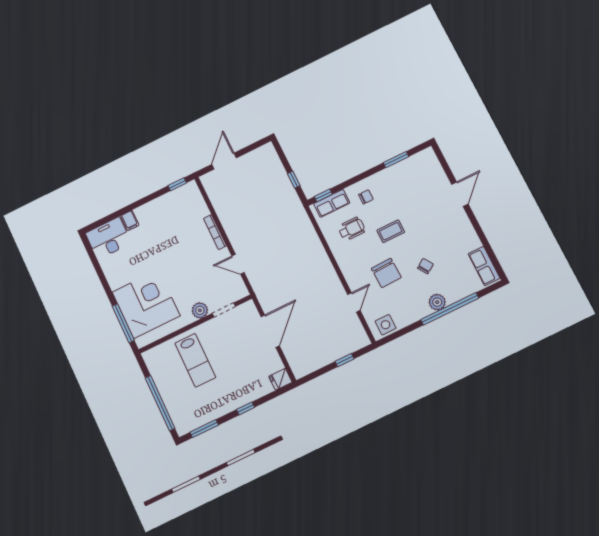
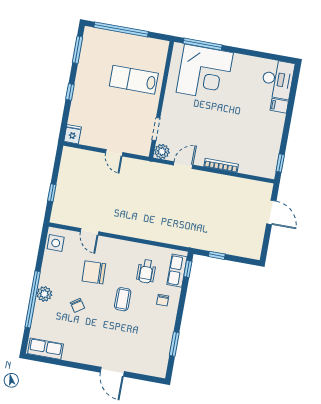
plant: (200, 310) -> (162, 151), moved
door: (270, 331) -> (114, 153), width x0.53

